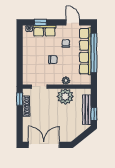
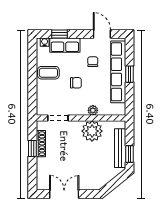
coffee table: (32, 52) -> (48, 73), added
window: (94, 53) -> (129, 74), width x0.32
window: (20, 99) -> (32, 149), moved
double door: (44, 145) -> (64, 194), width x0.73

